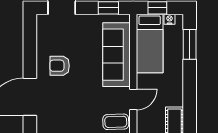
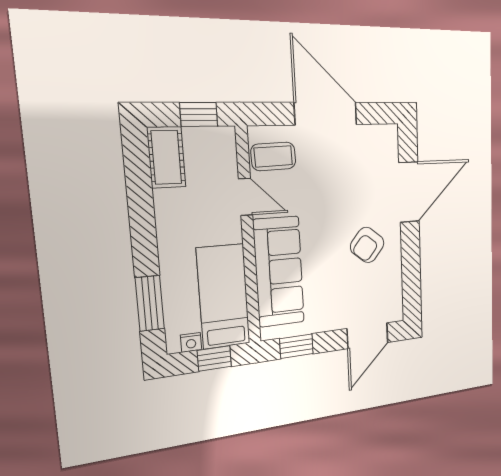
armchair: (60, 66) -> (367, 245), turned 129
door: (133, 100) -> (246, 197), swing flipped

